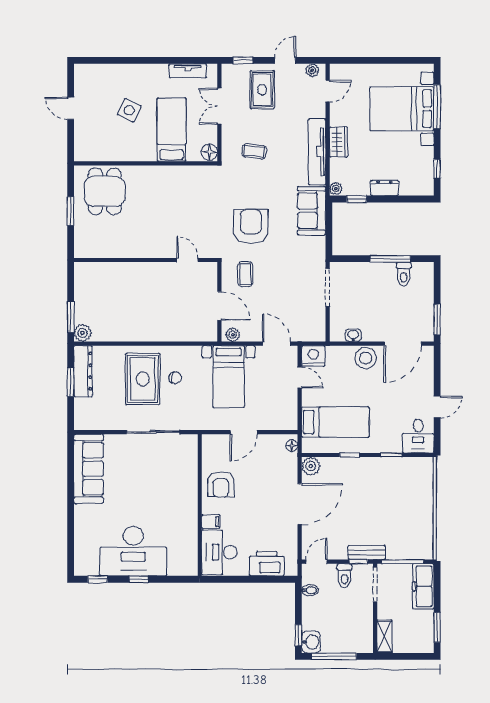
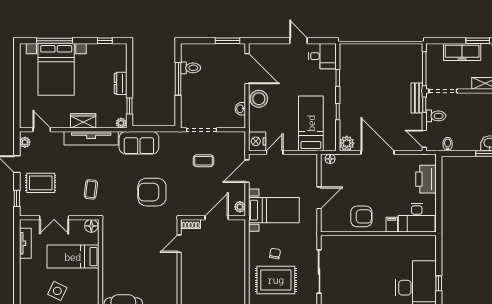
shoe rack: (212, 274) -> (191, 224), added
coffee table: (245, 274) -> (203, 161), moved
door: (244, 432) -> (319, 198), hinge flipped
freezer: (423, 586) -> (462, 52), moved

